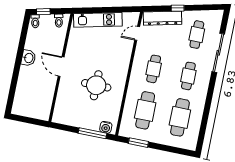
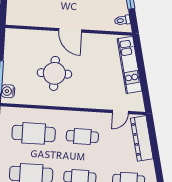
window: (178, 8) -> (156, 154), removed
door: (137, 33) -> (120, 112), swing flipped
door: (61, 67) -> (70, 30), swing flipped

